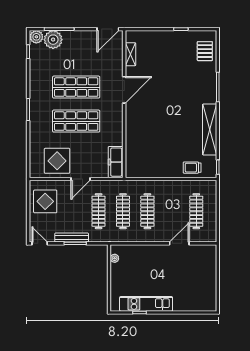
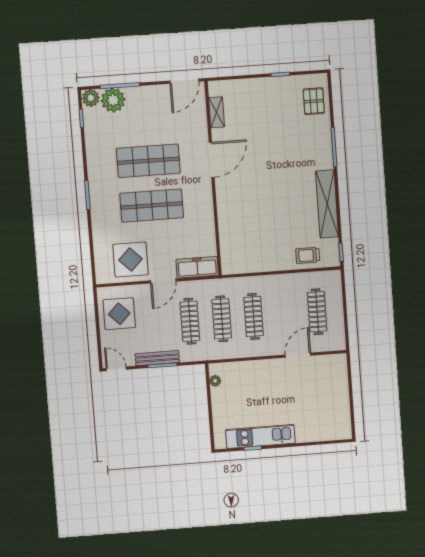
freezer: (116, 162) -> (197, 267), moved, turned 90

